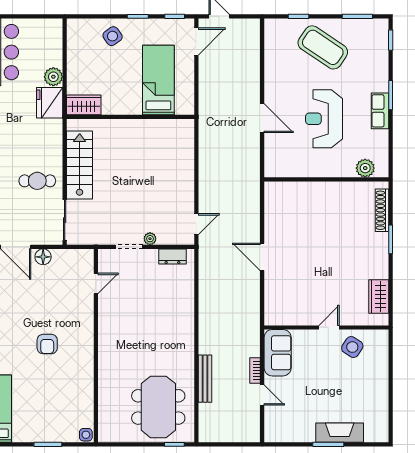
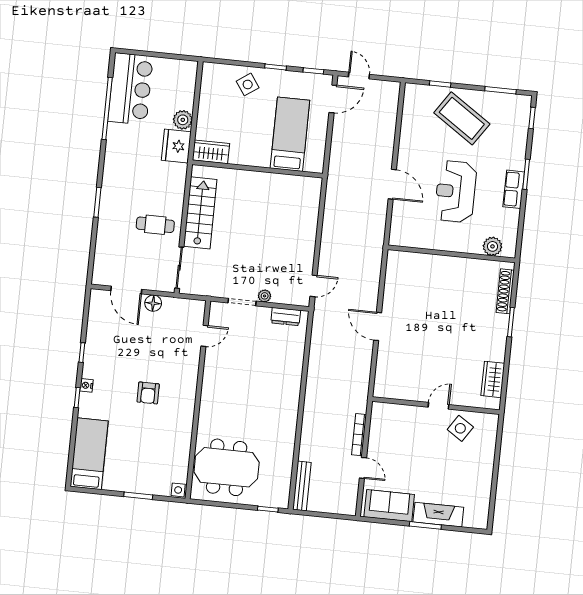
sofa: (278, 353) -> (389, 506), moved, turned -90
bookcase: (255, 371) -> (359, 435), width x1.56
bench: (205, 379) -> (302, 486), moved
meeting table: (158, 407) -> (227, 467), moved, turned 90

